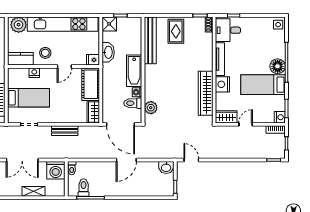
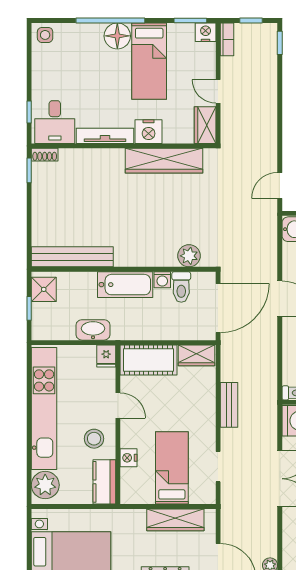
shower: (109, 24) -> (44, 289), moved
rug: (176, 31) -> (57, 212), removed

